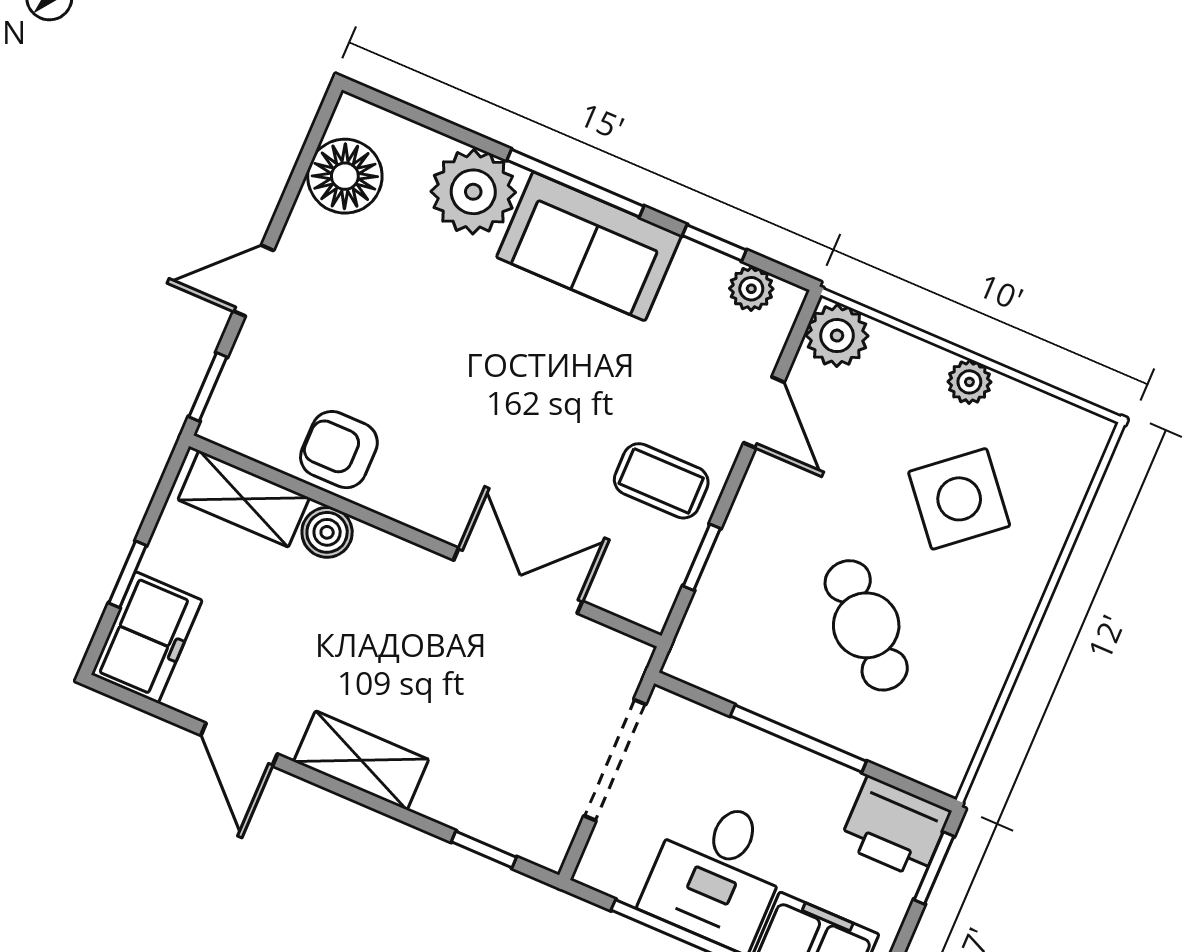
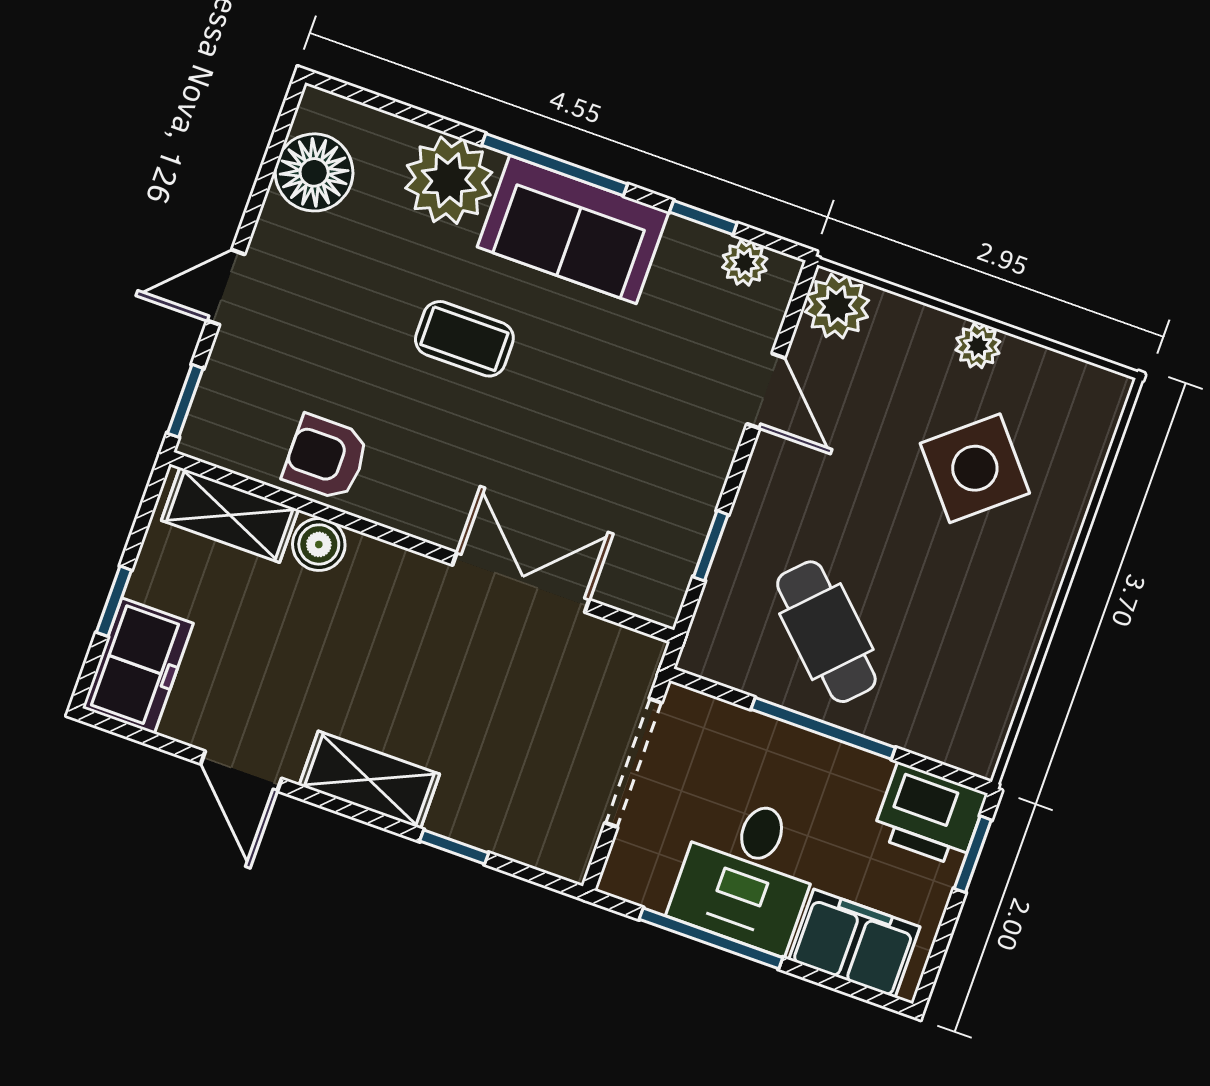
coffee table: (661, 481) -> (464, 339), moved
cafe table: (866, 625) -> (826, 632), moved
window: (484, 850) -> (454, 847), moved

